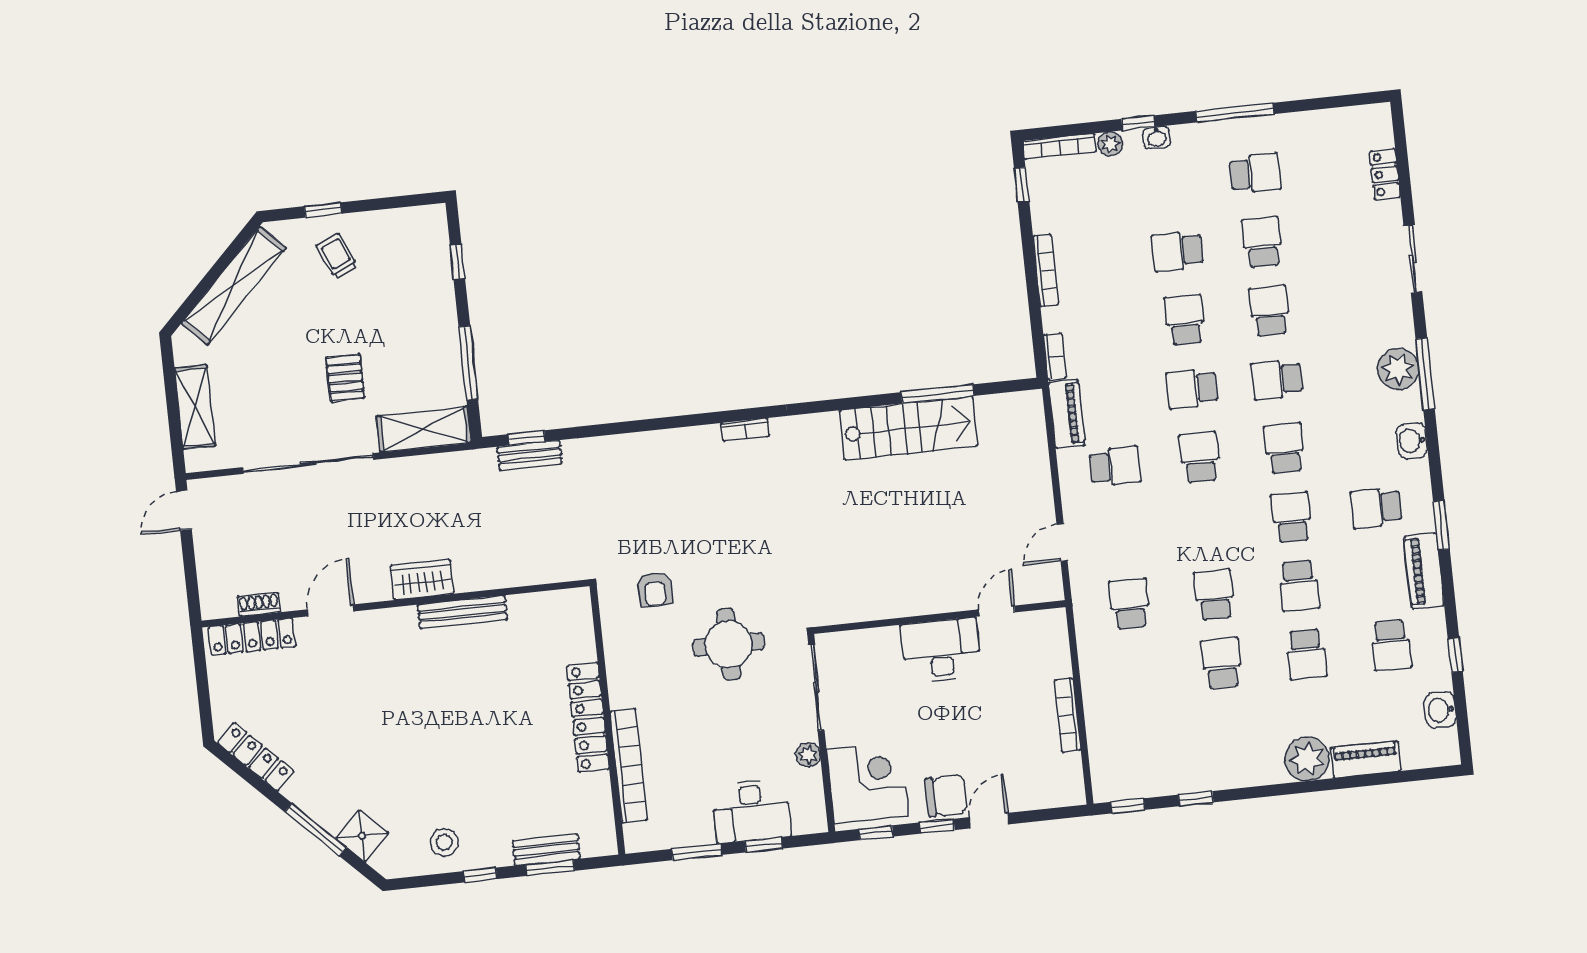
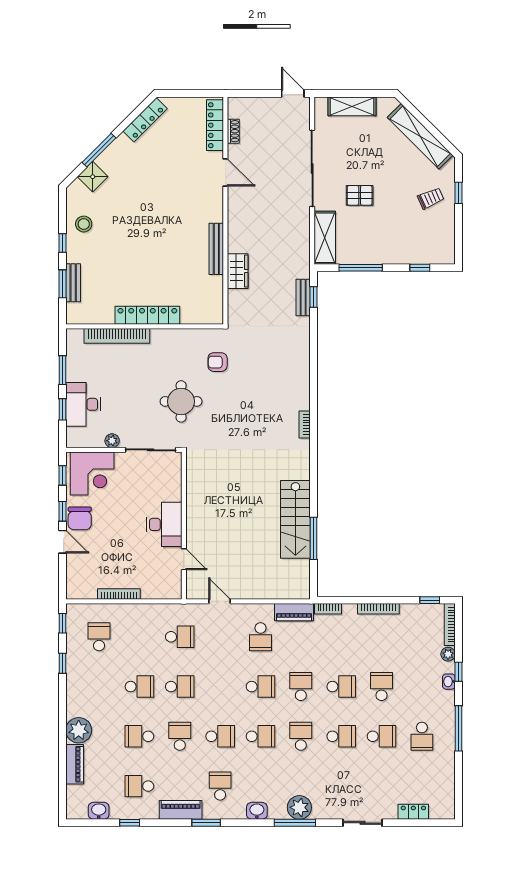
wardrobe: (422, 580) -> (238, 271), moved
school desk: (1299, 586) -> (180, 736), turned 90
school desk: (1144, 741) -> (99, 637), added

